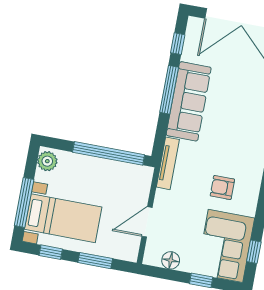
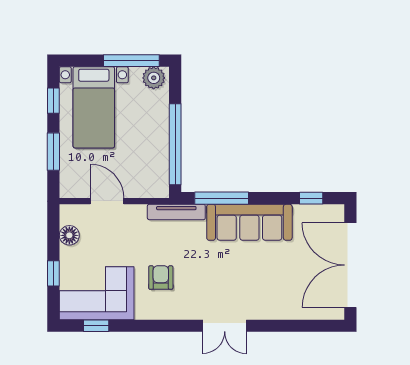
window: (169, 90) -> (222, 198), moved
window: (24, 202) -> (131, 61), moved

